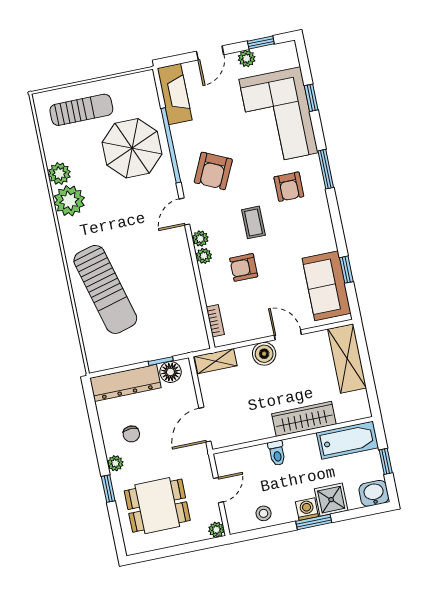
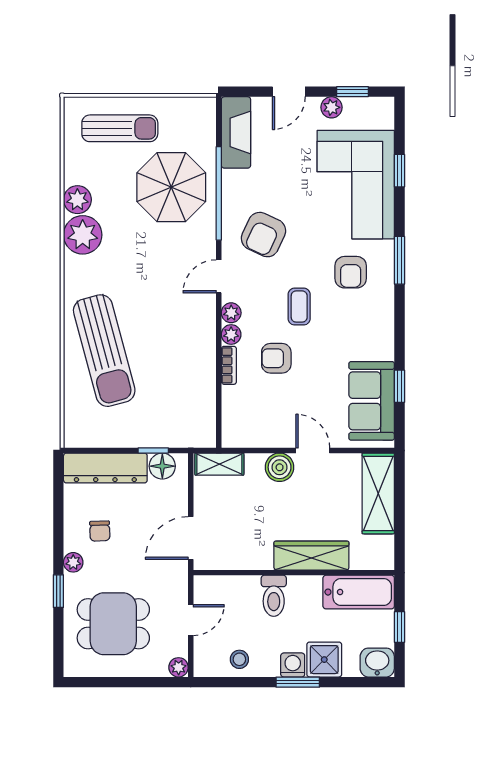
bookcase: (215, 321) -> (229, 365), moved
toilet: (277, 453) -> (274, 596), width x1.37, depth x1.39

